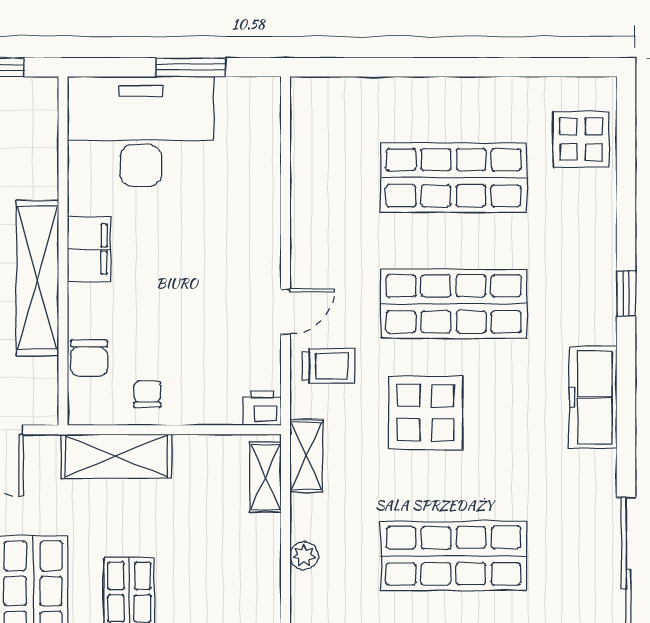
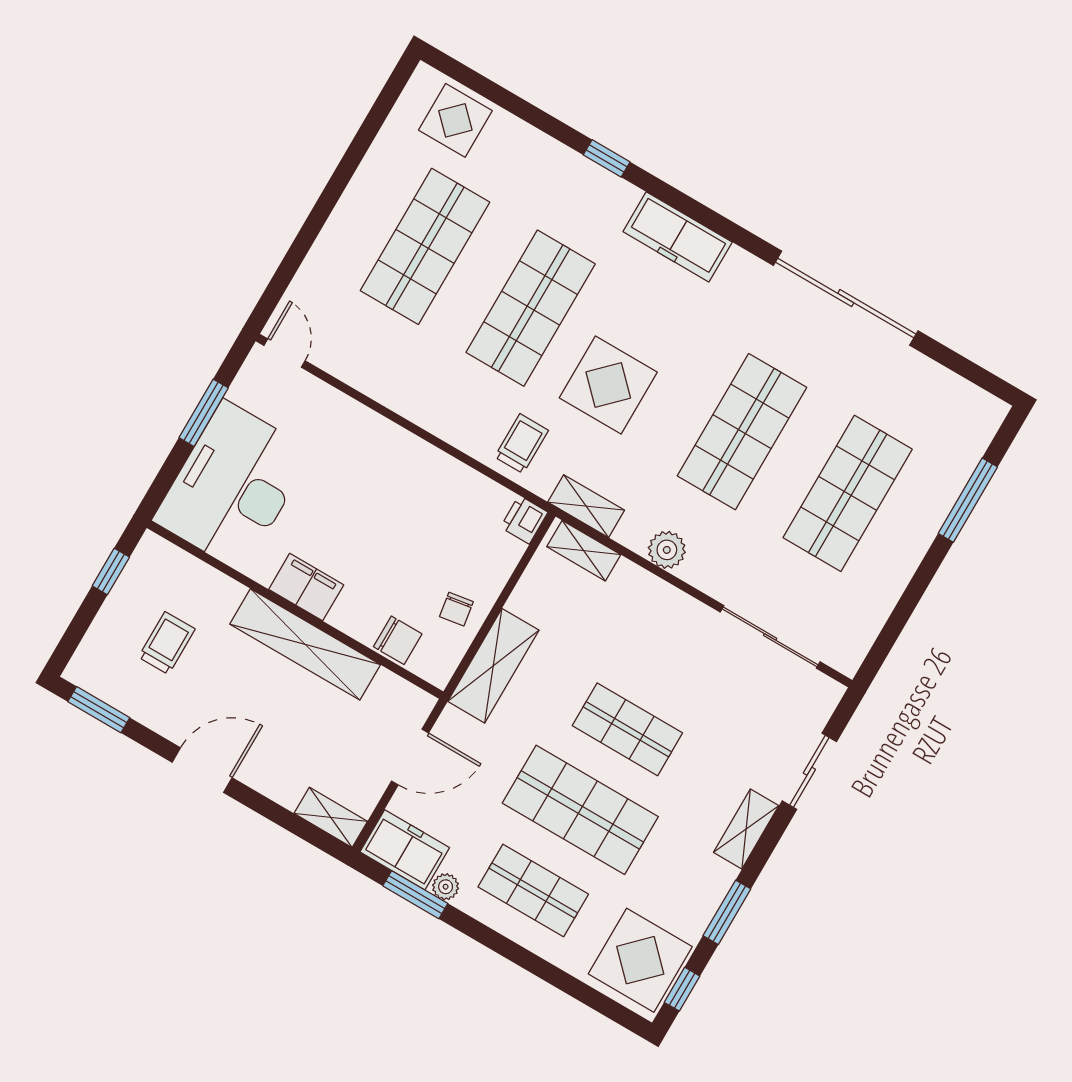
door: (286, 311) -> (284, 353), moved
chair: (147, 394) -> (456, 609), turned -99
plant: (304, 556) -> (667, 550), width x1.38, depth x1.38

